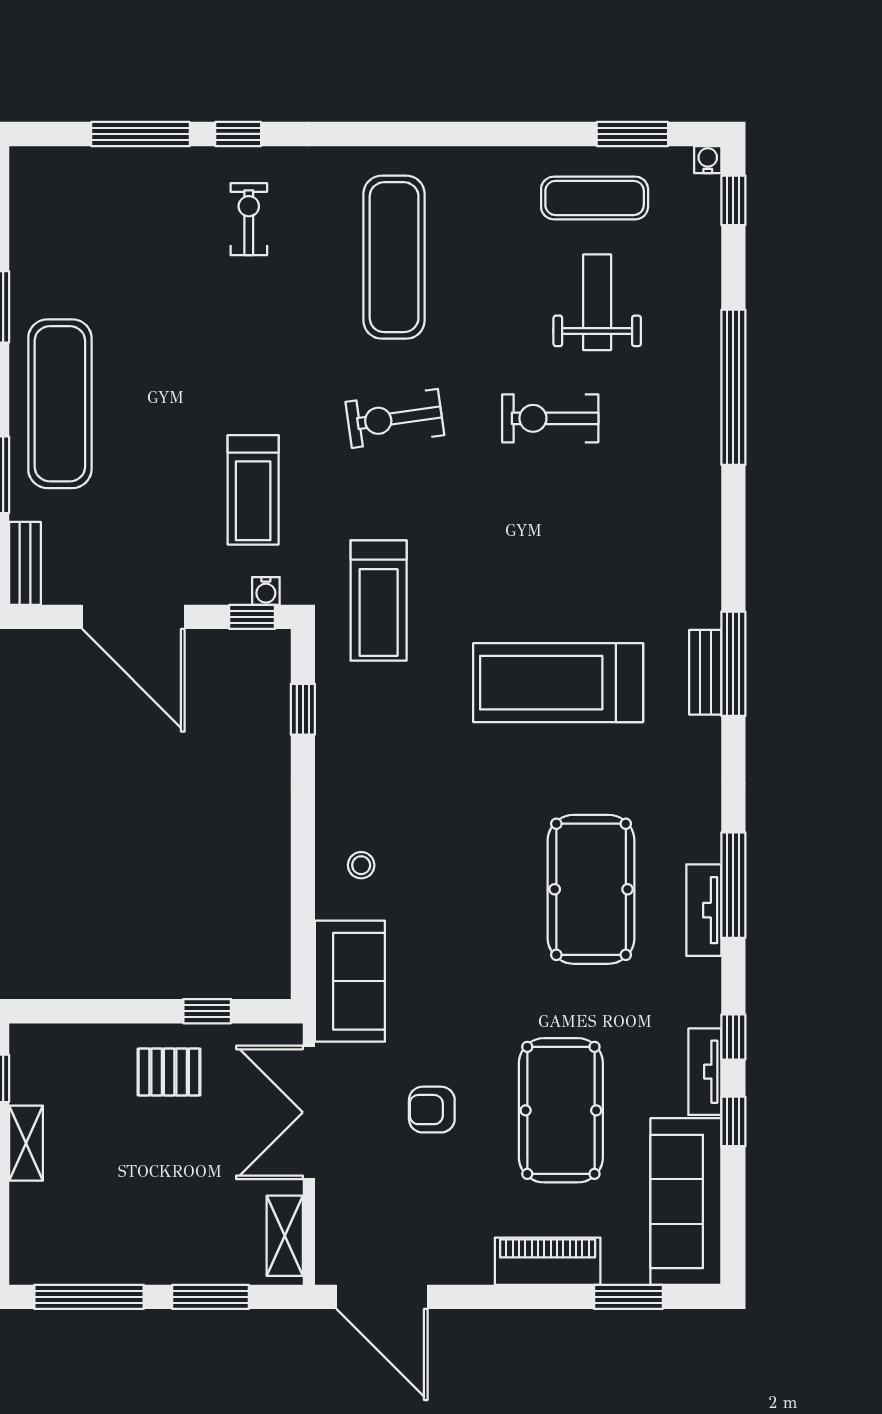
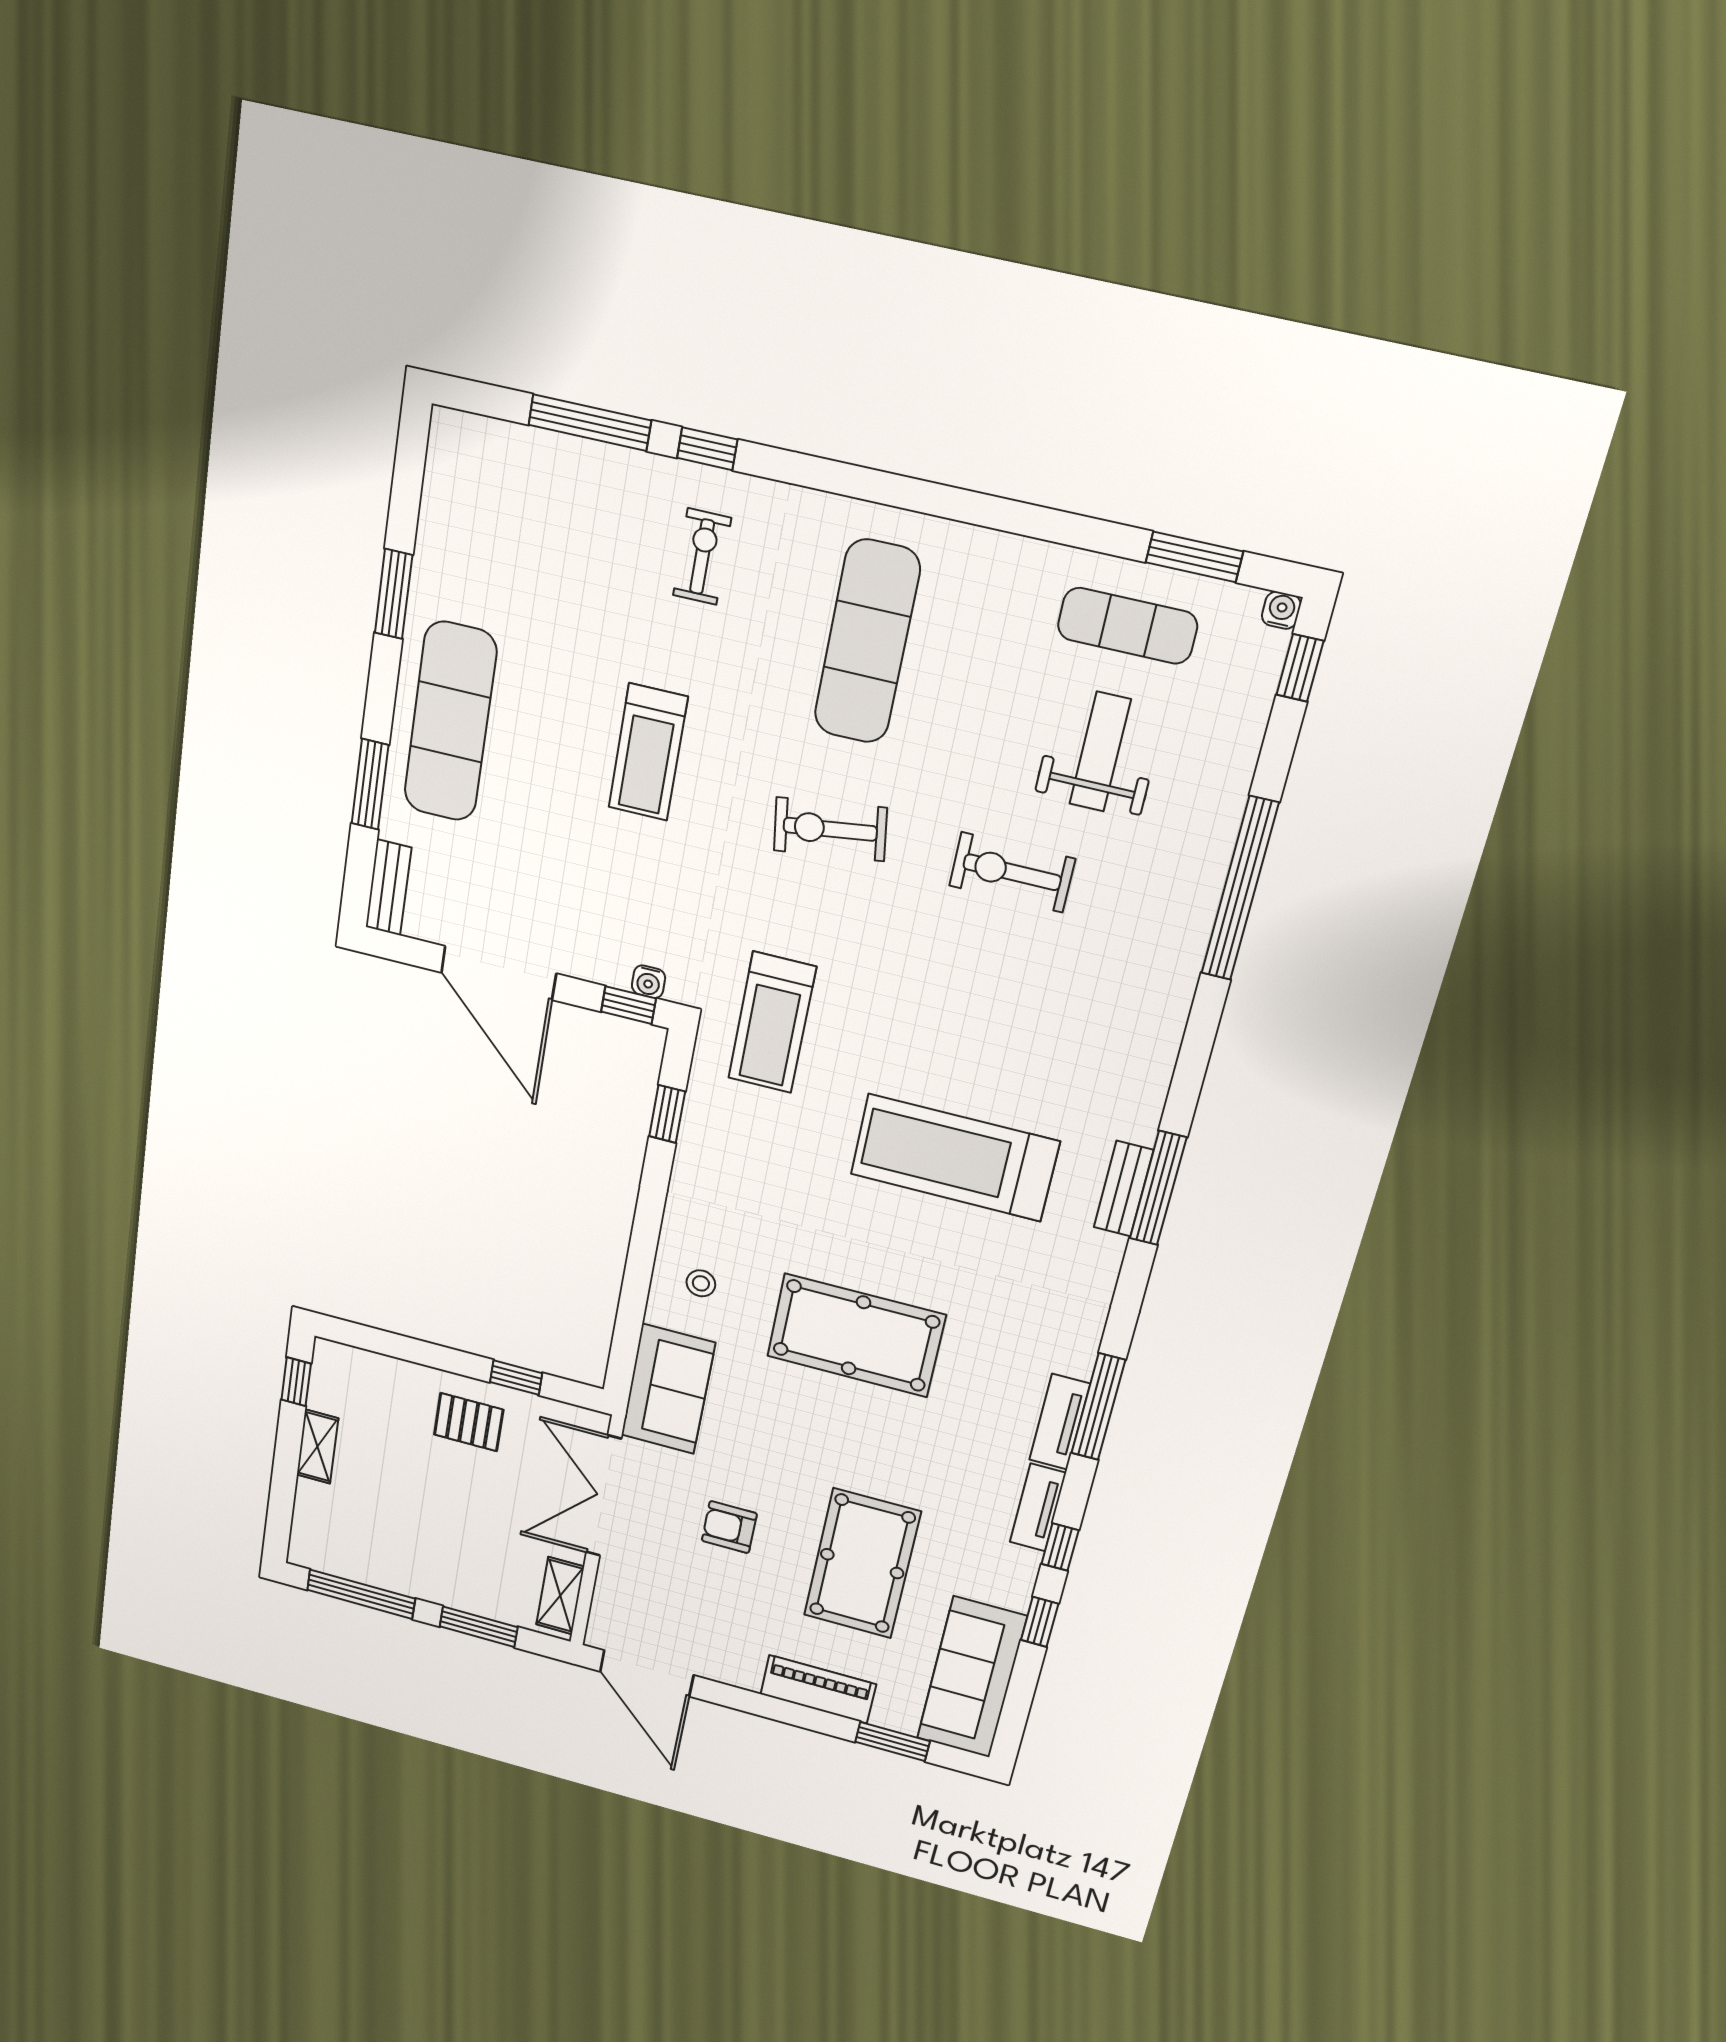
treadmill: (253, 490) -> (648, 752), moved
pool table: (591, 889) -> (856, 1335), moved, turned 90
tv unit: (705, 1072) -> (1038, 1508), moved

